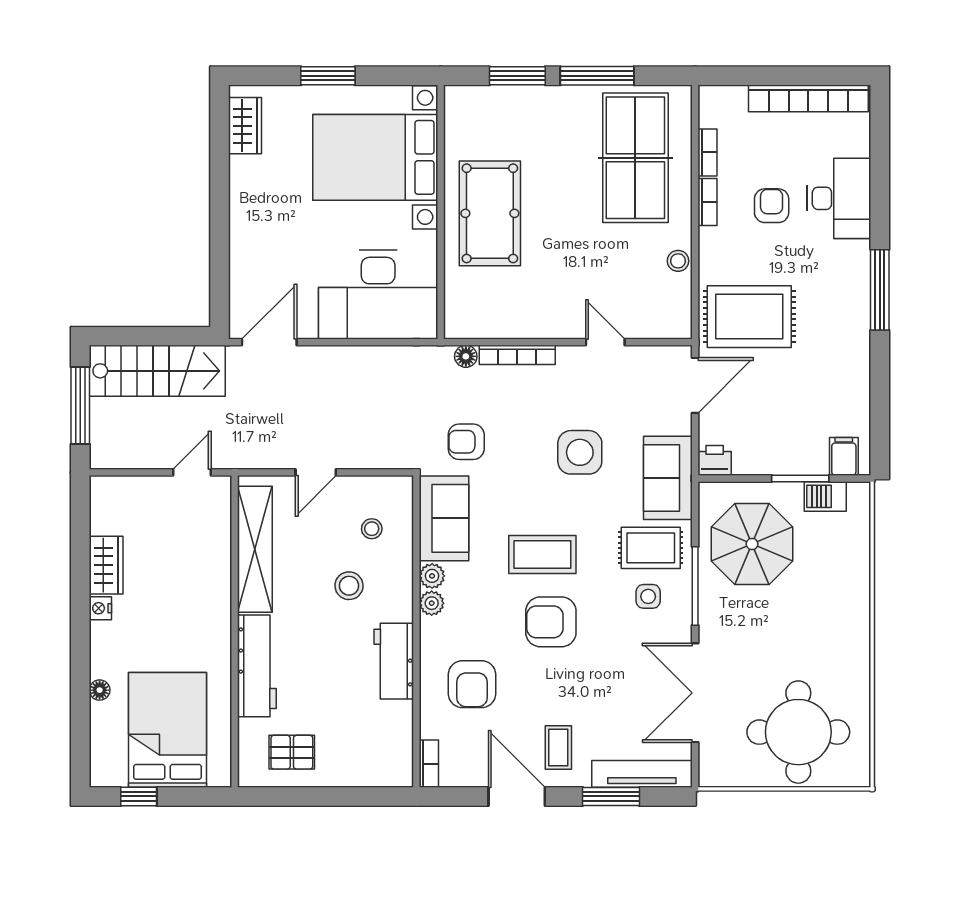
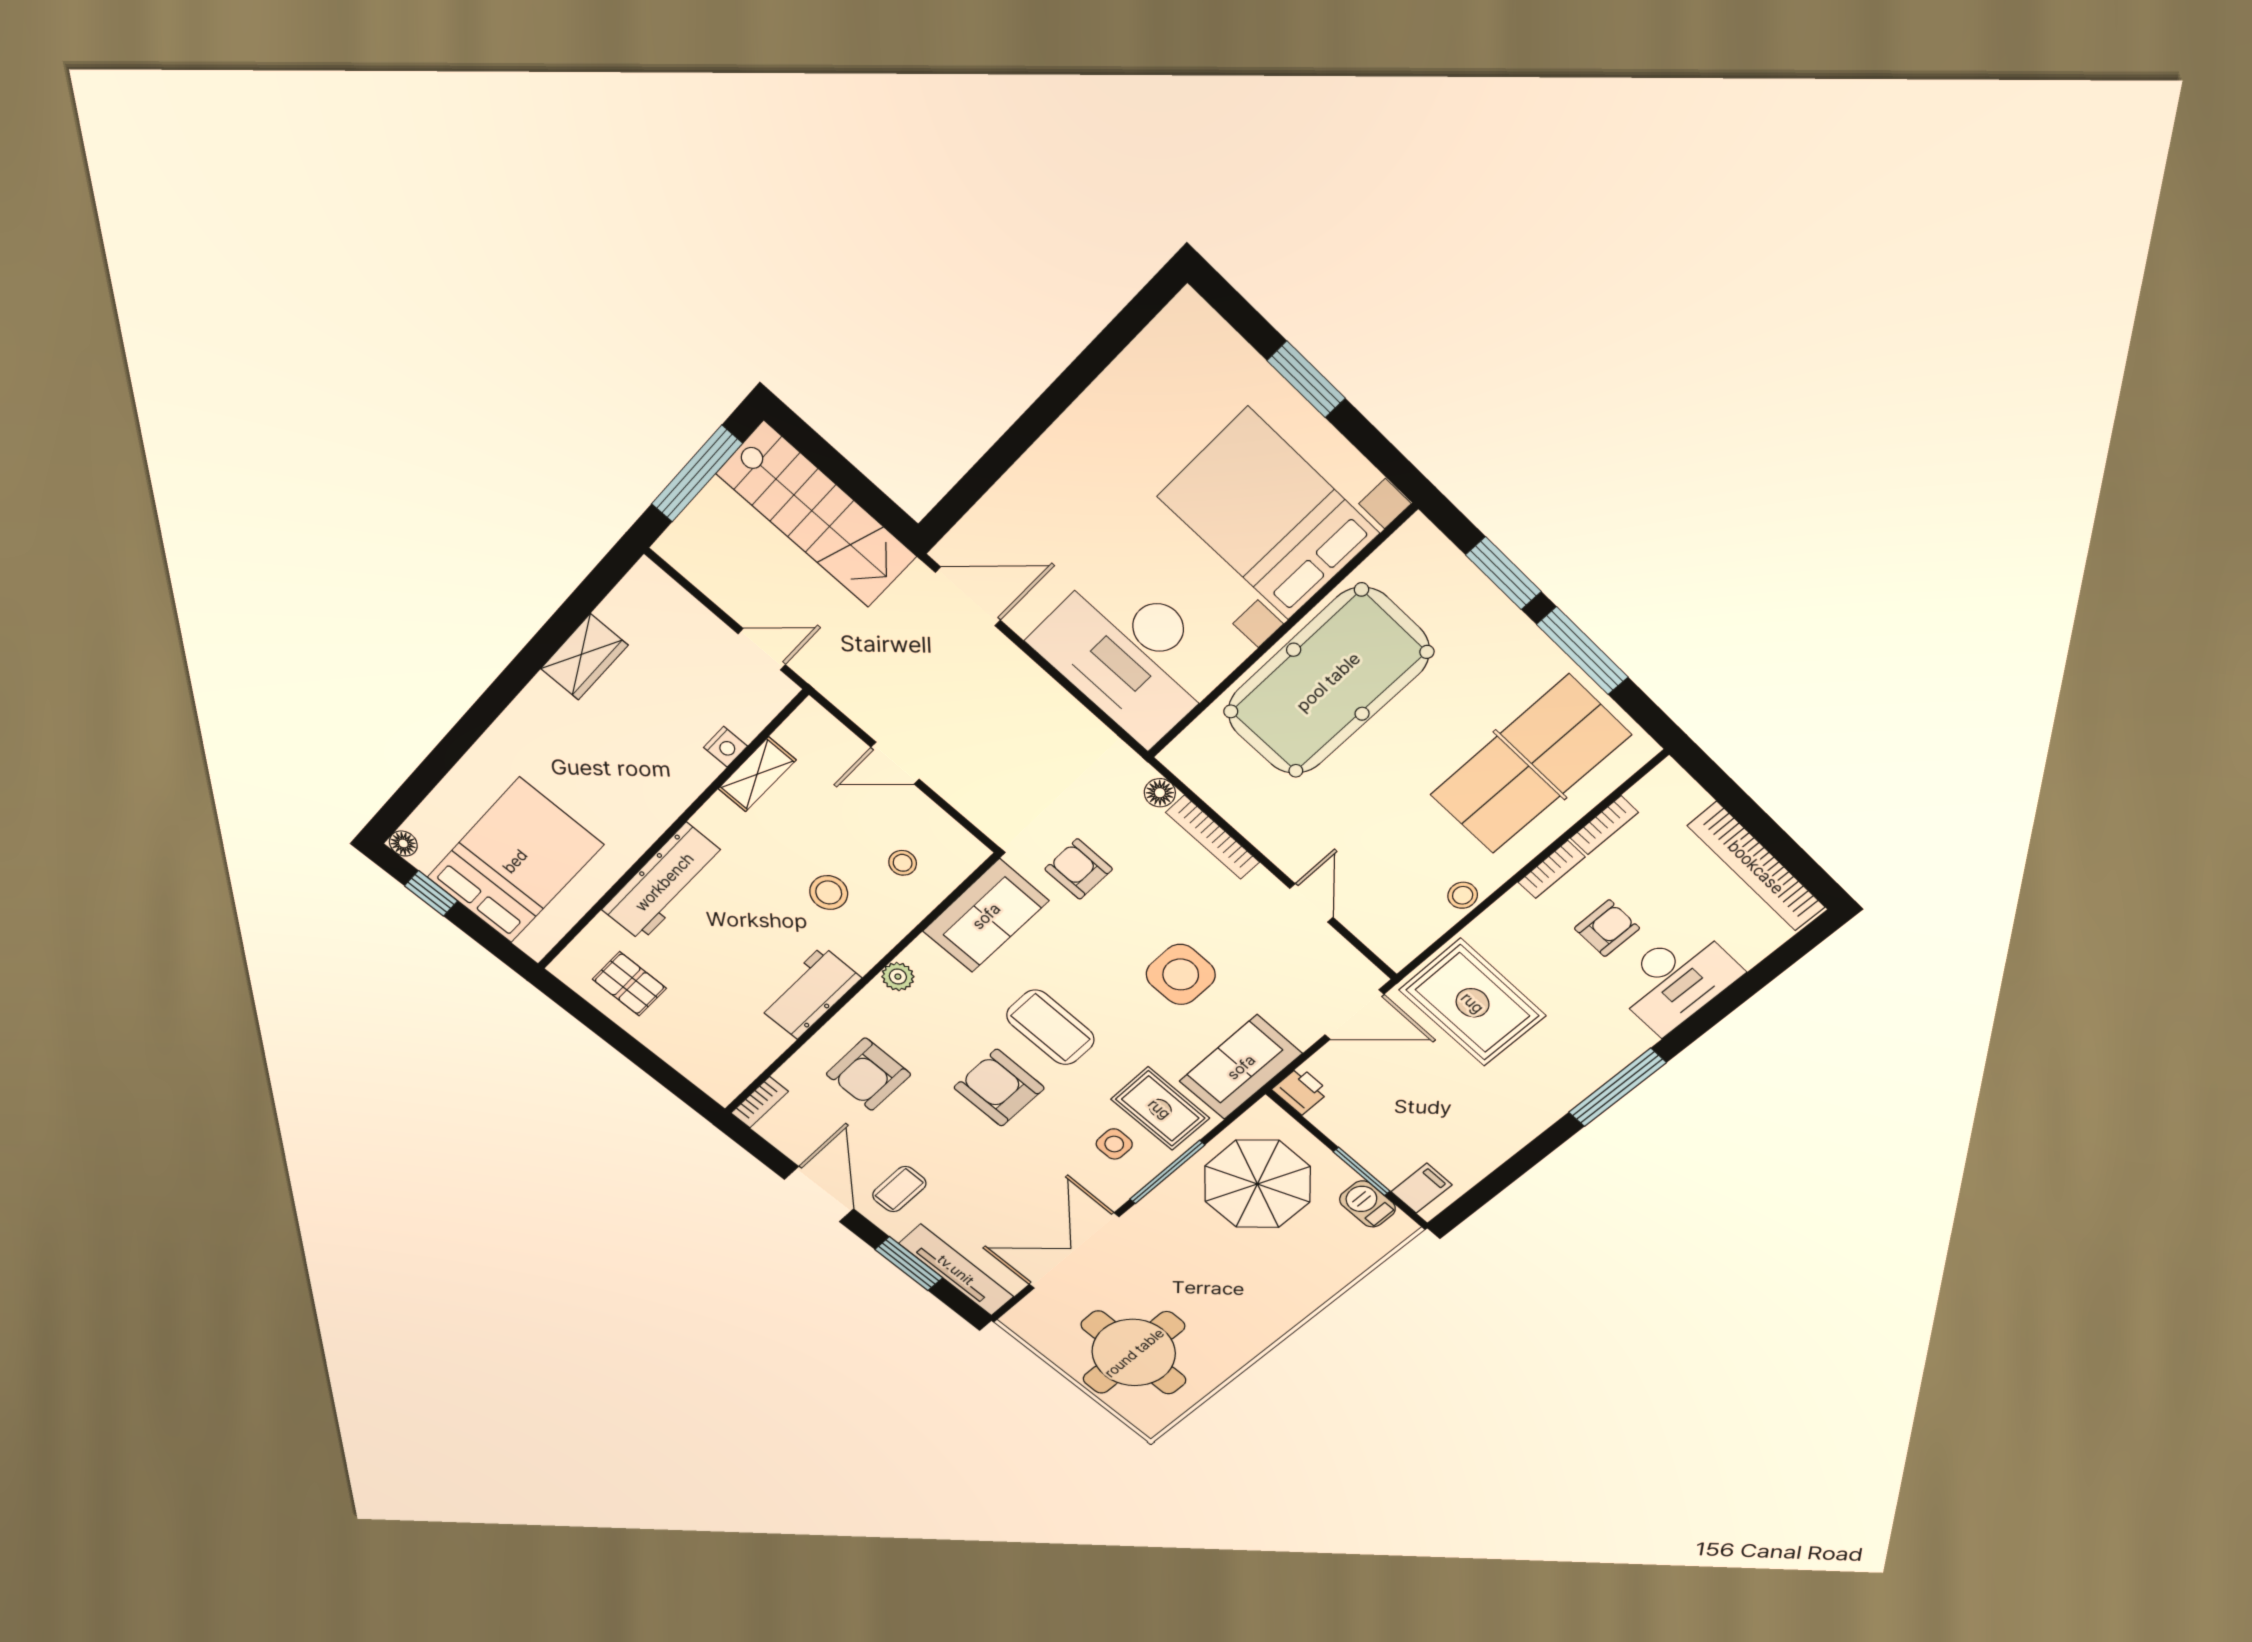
wardrobe: (245, 126) -> (1162, 346), removed
pool table: (490, 213) -> (1328, 682), width x1.36, depth x1.32
shelving: (255, 549) -> (757, 774), width x0.45, depth x0.75
plant: (432, 576) -> (922, 954), removed
nightstand: (100, 608) -> (725, 747), moved, turned 180
floor lamp: (100, 690) -> (403, 843), moved

